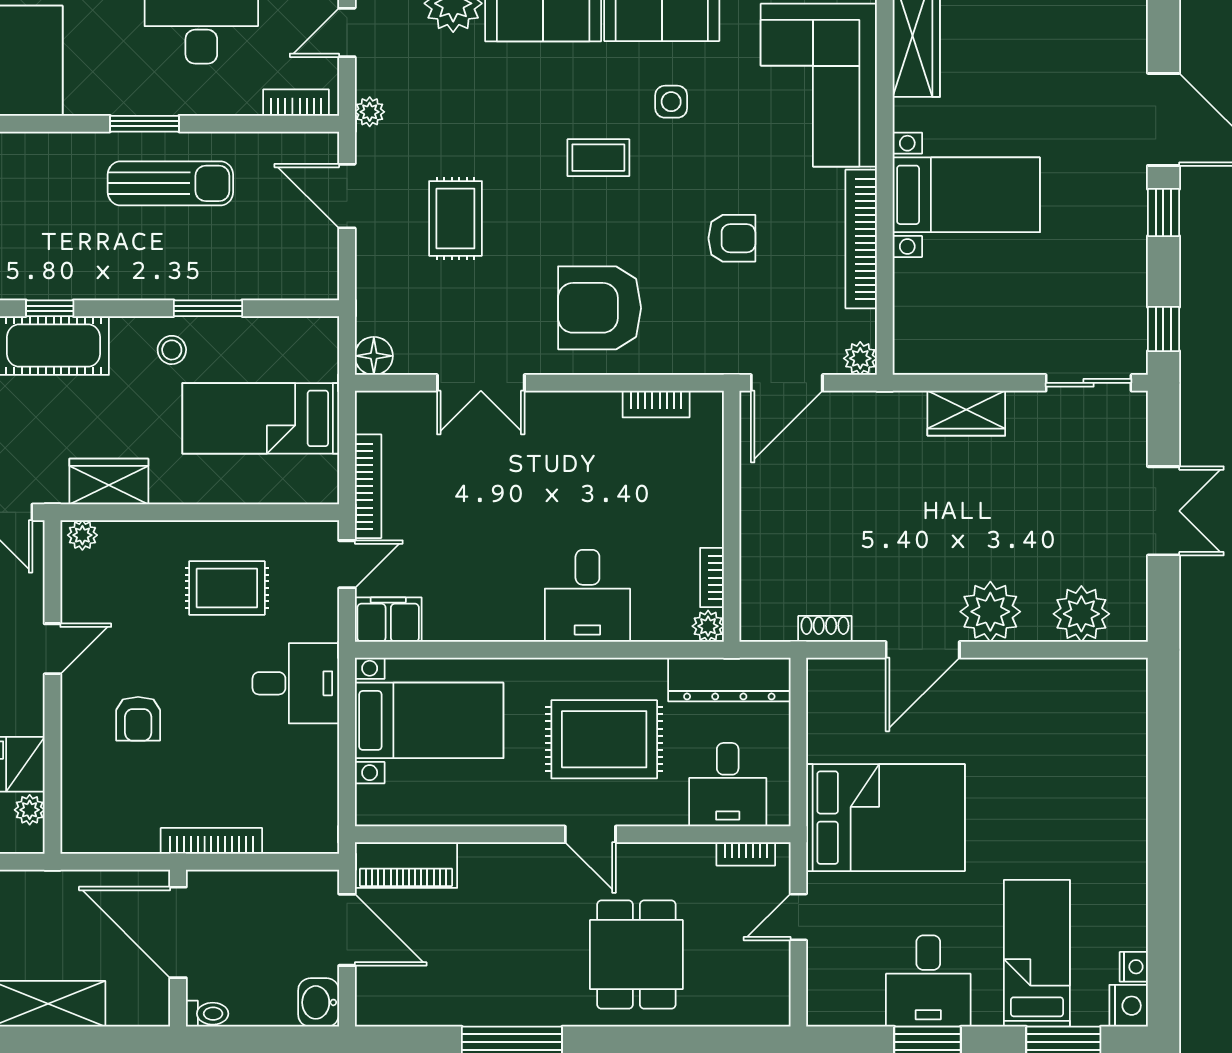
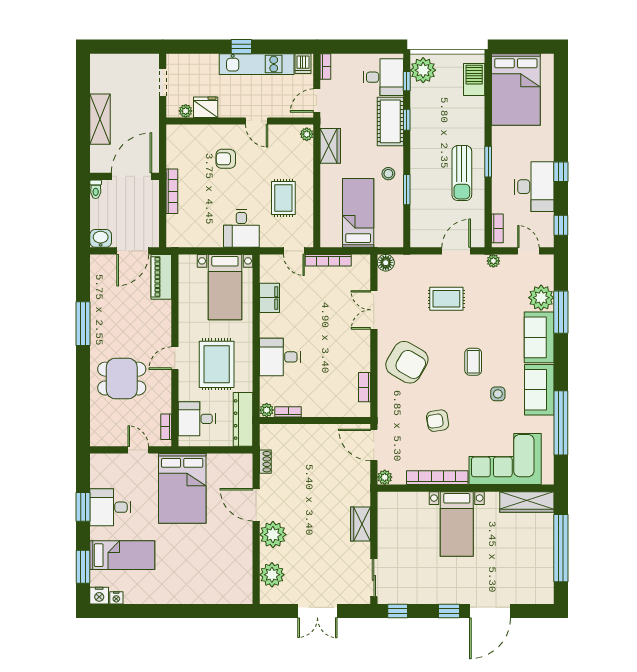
armchair: (732, 238) -> (438, 421), turned 81
armchair: (600, 308) -> (407, 362), turned 120
filing cabinet: (388, 620) -> (269, 298), moved

